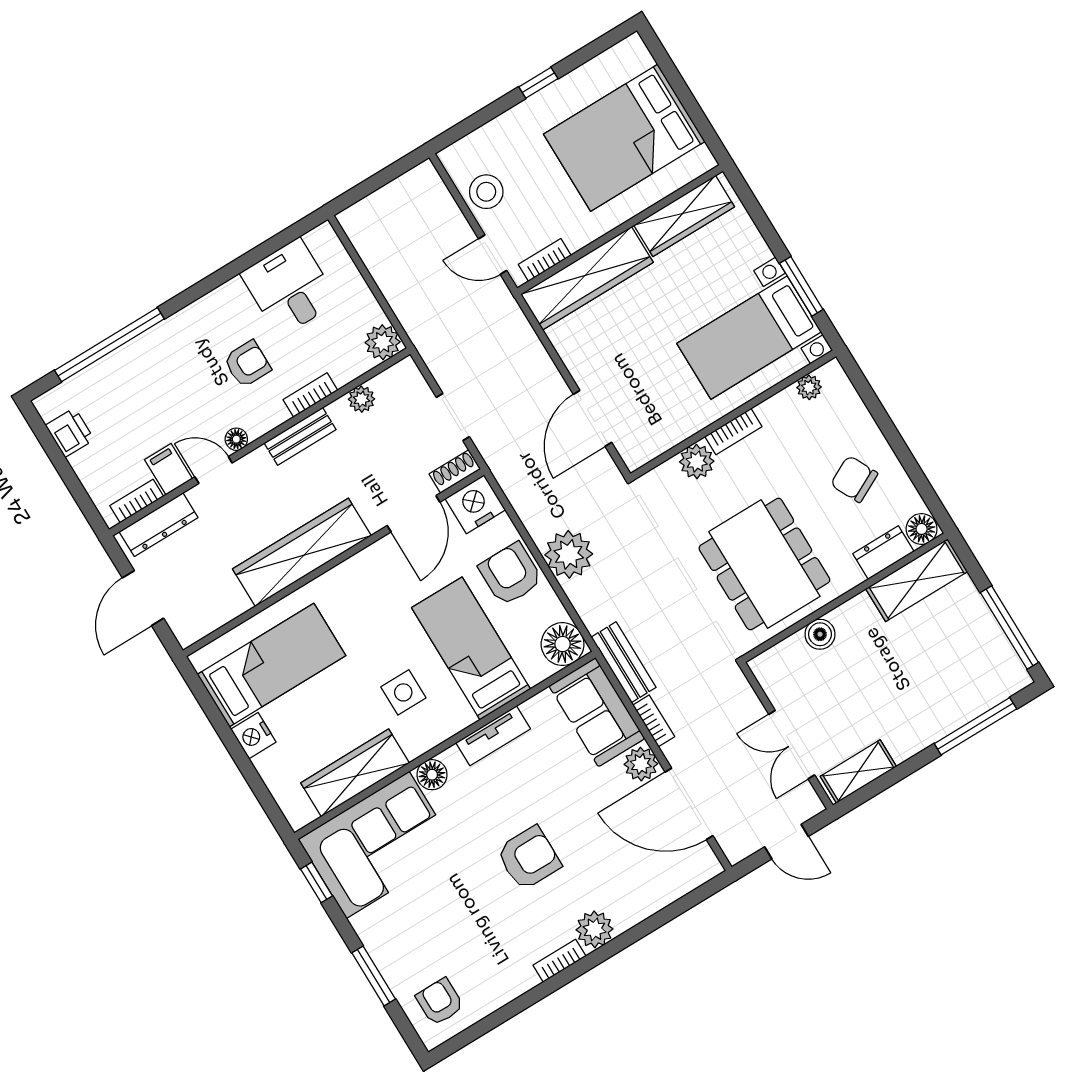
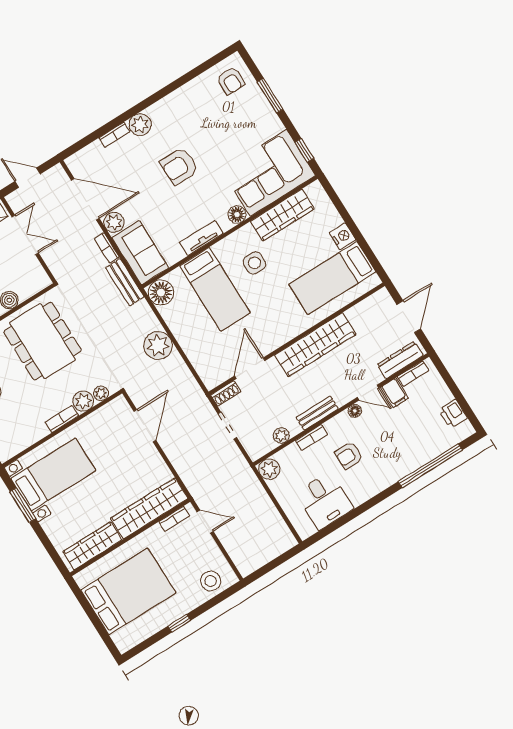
stool: (486, 192) -> (211, 581), moved
plant: (809, 387) -> (101, 393), moved
nightstand: (475, 504) -> (213, 374), removed
armchair: (511, 574) -> (192, 333), removed
bookcase: (559, 961) -> (114, 135), moved

